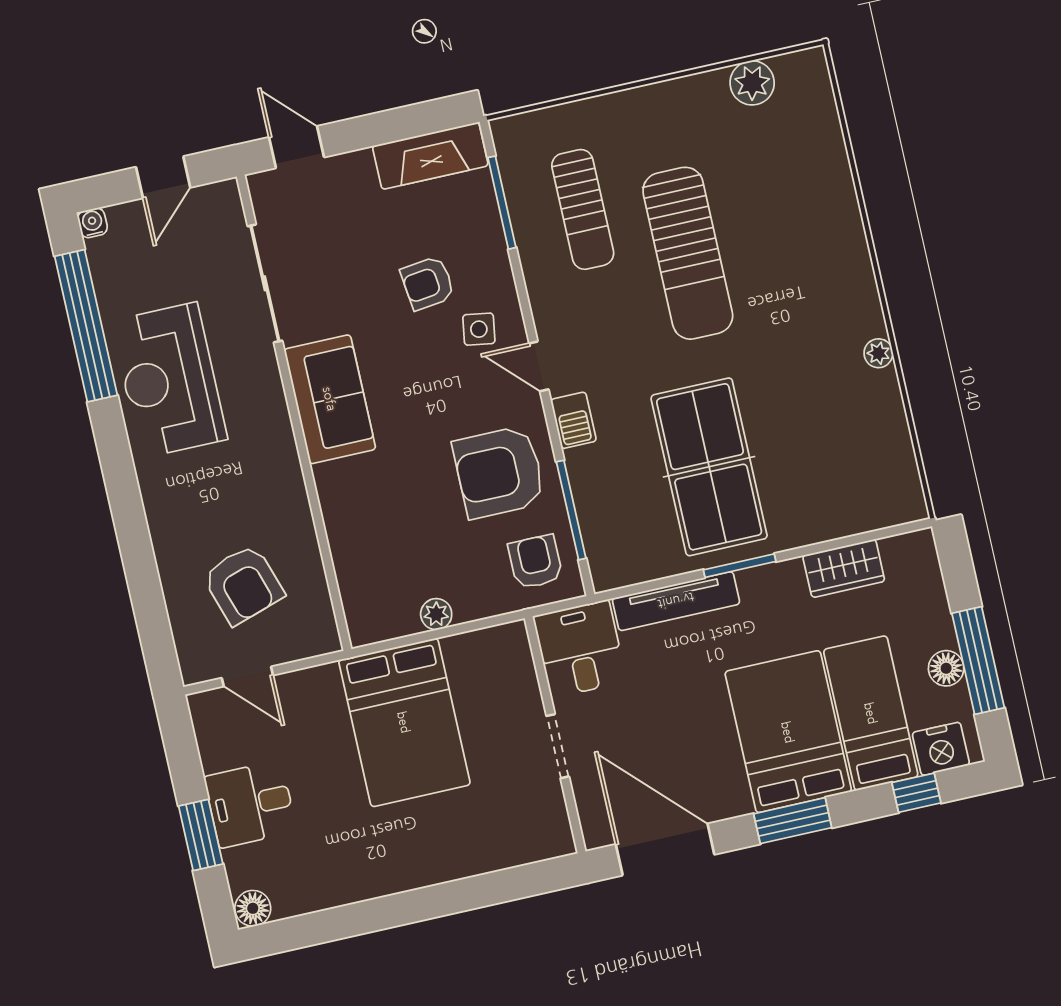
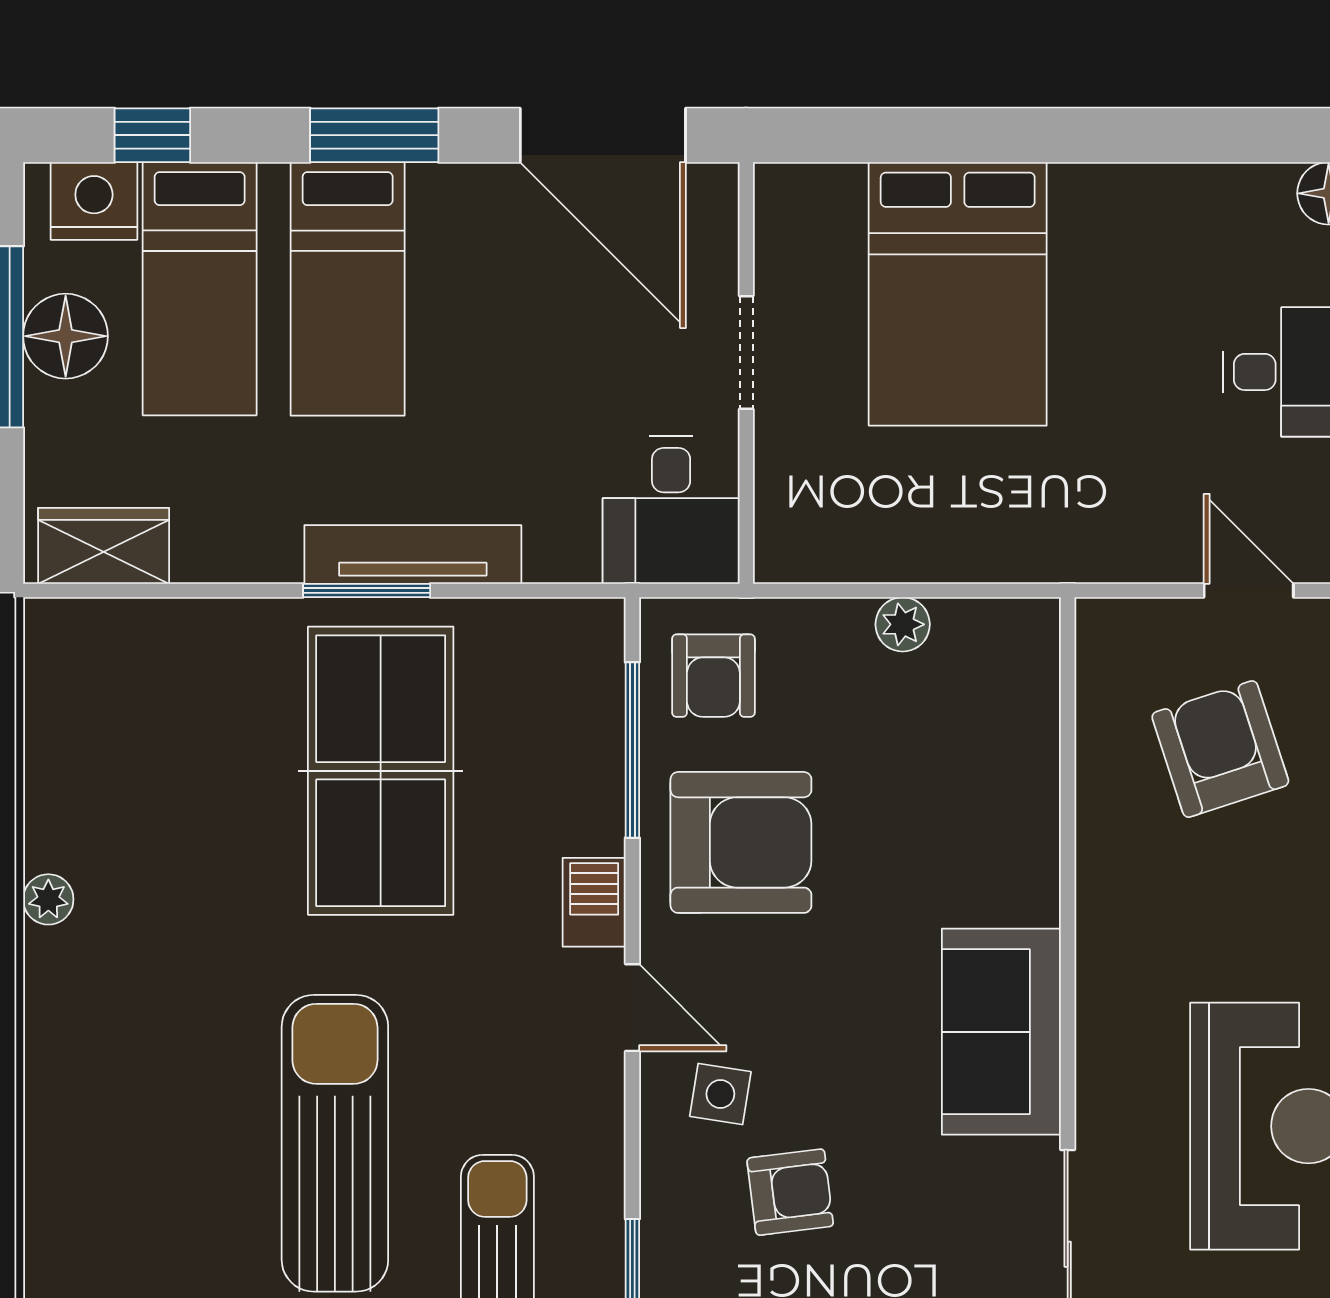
wardrobe: (844, 568) -> (104, 546), moved
tv unit: (676, 601) -> (413, 554), moved
floor lamp: (946, 668) -> (66, 336), width x1.38, depth x1.38
bed: (404, 722) -> (958, 294), moved, turned 180
bed: (788, 732) -> (348, 289), width x0.67

